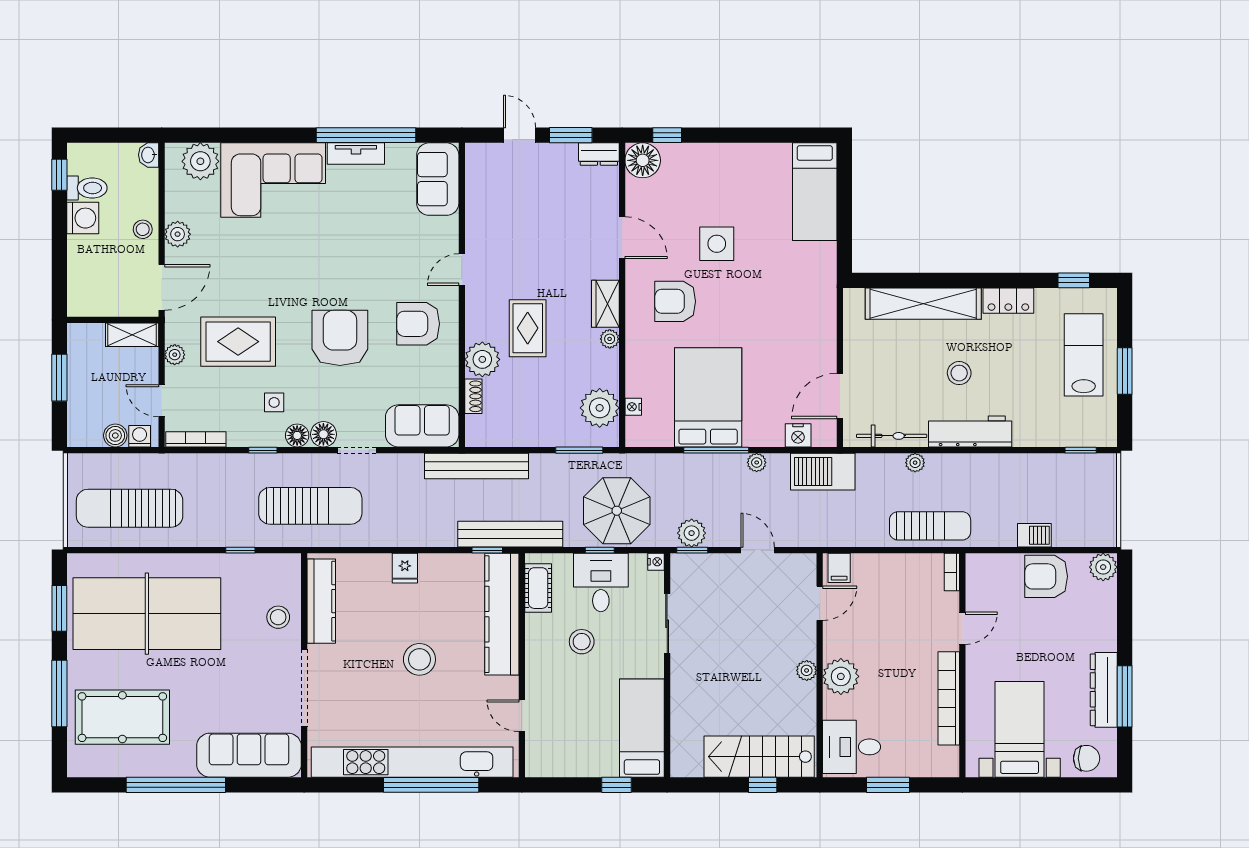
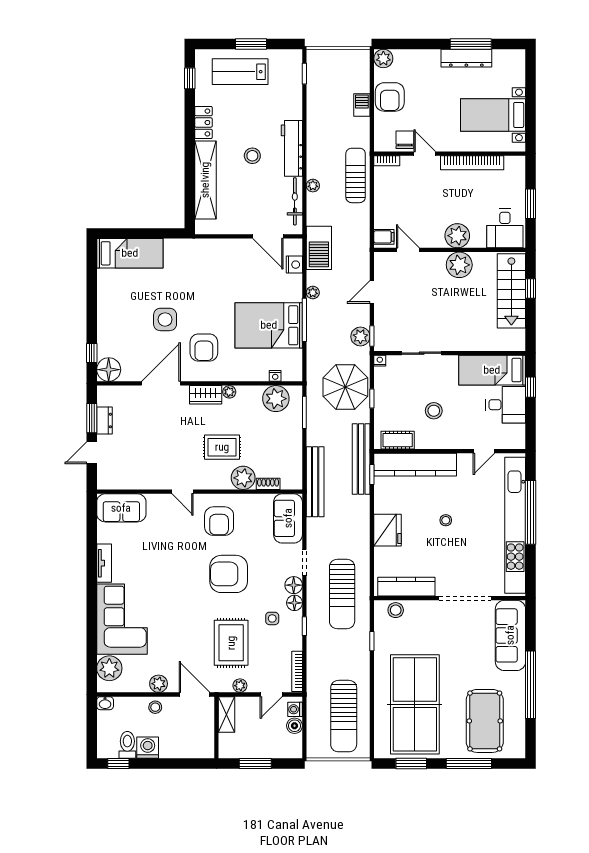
window: (366, 135) -> (92, 556), removed
dresser: (599, 154) -> (104, 421), moved
door: (622, 238) -> (161, 383), width x1.36
sun lounger: (310, 506) -> (342, 594), turned 180
fridge: (405, 568) -> (388, 530), width x1.88, depth x1.34
desk: (601, 582) -> (506, 405), moved, turned 180
stool: (278, 617) -> (396, 610), moved
stool: (419, 659) -> (446, 520), width x0.53, depth x0.53
plant: (807, 670) -> (459, 265), width x1.87, depth x1.87
chair: (1087, 758) -> (405, 140), moved

